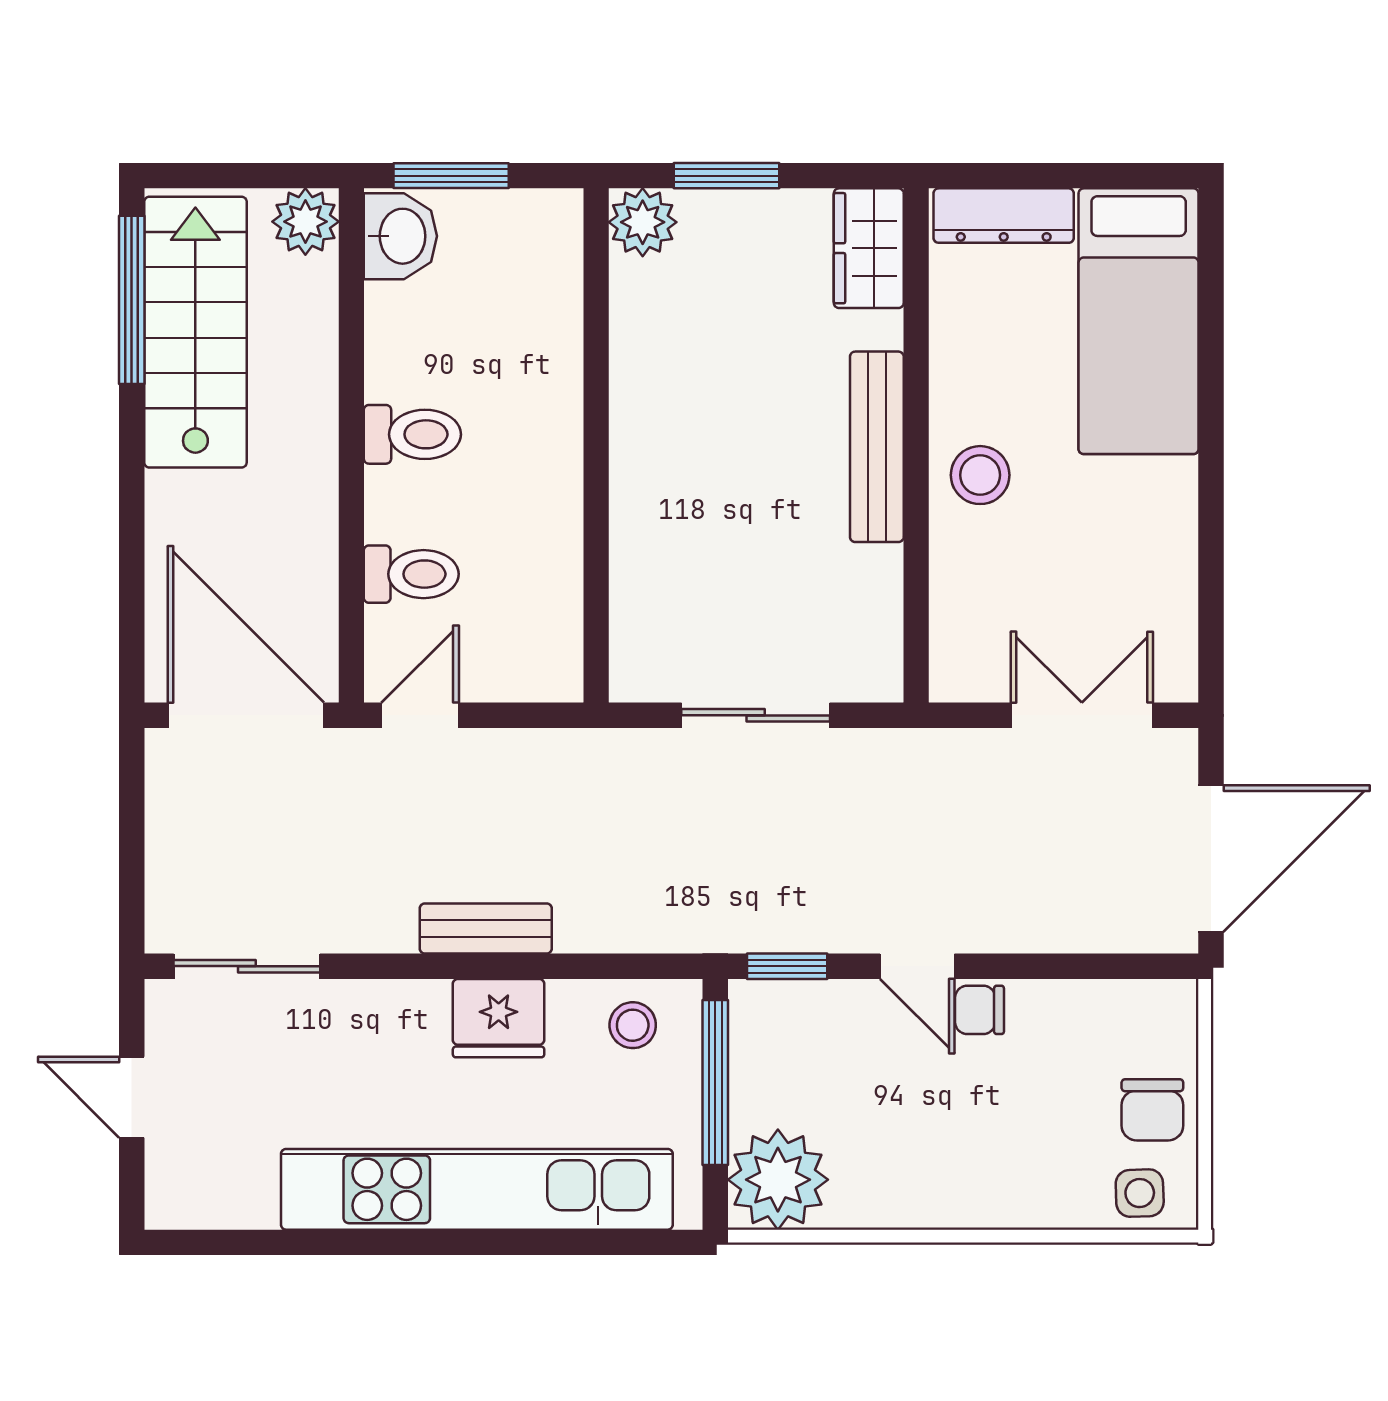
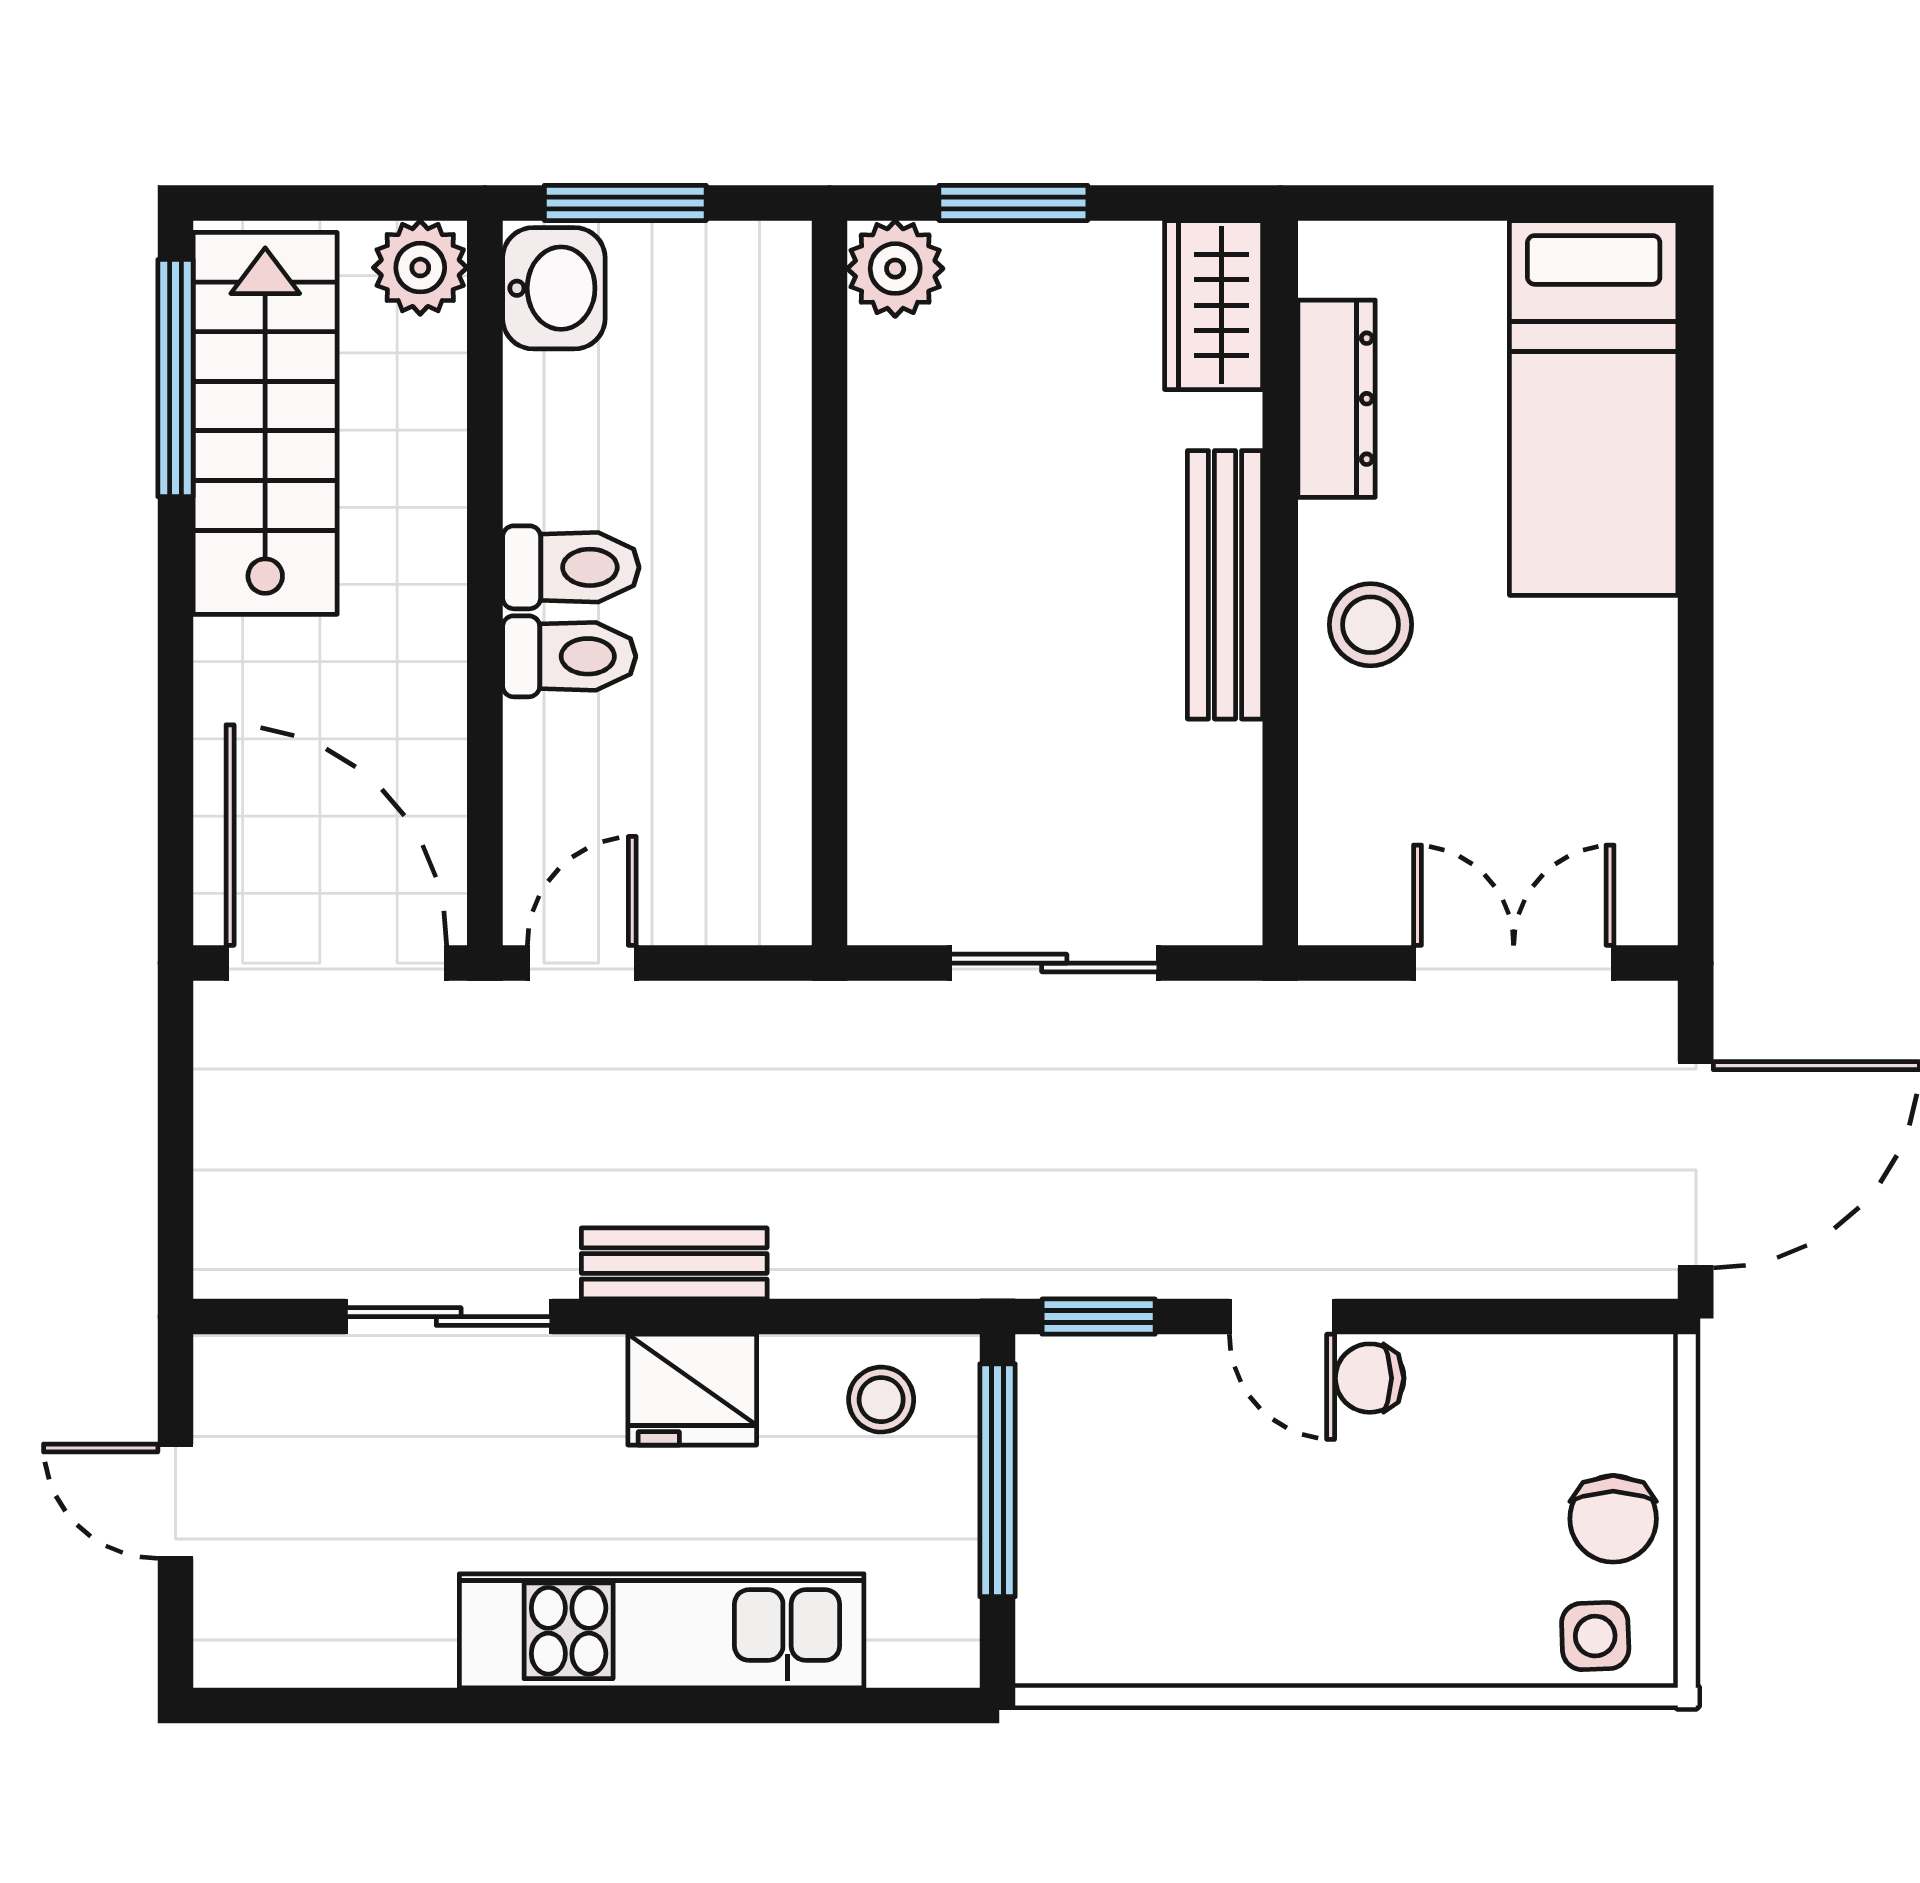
dresser: (1004, 216) -> (1337, 399), moved, turned -90
toilet: (411, 574) -> (569, 656), moved
sliding door: (247, 966) -> (449, 1317), moved
plant: (778, 1180) -> (1086, 1617), removed
kitchen unit: (477, 1189) -> (662, 1631), width x0.73

